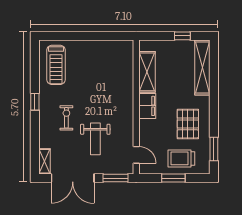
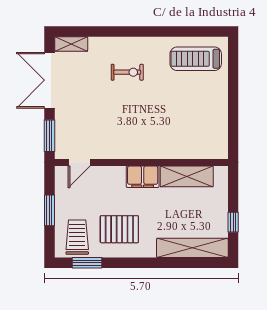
window: (35, 102) -> (148, 32), removed
weight bench: (95, 139) -> (100, 110), removed
trolley: (181, 158) -> (77, 237), moved

